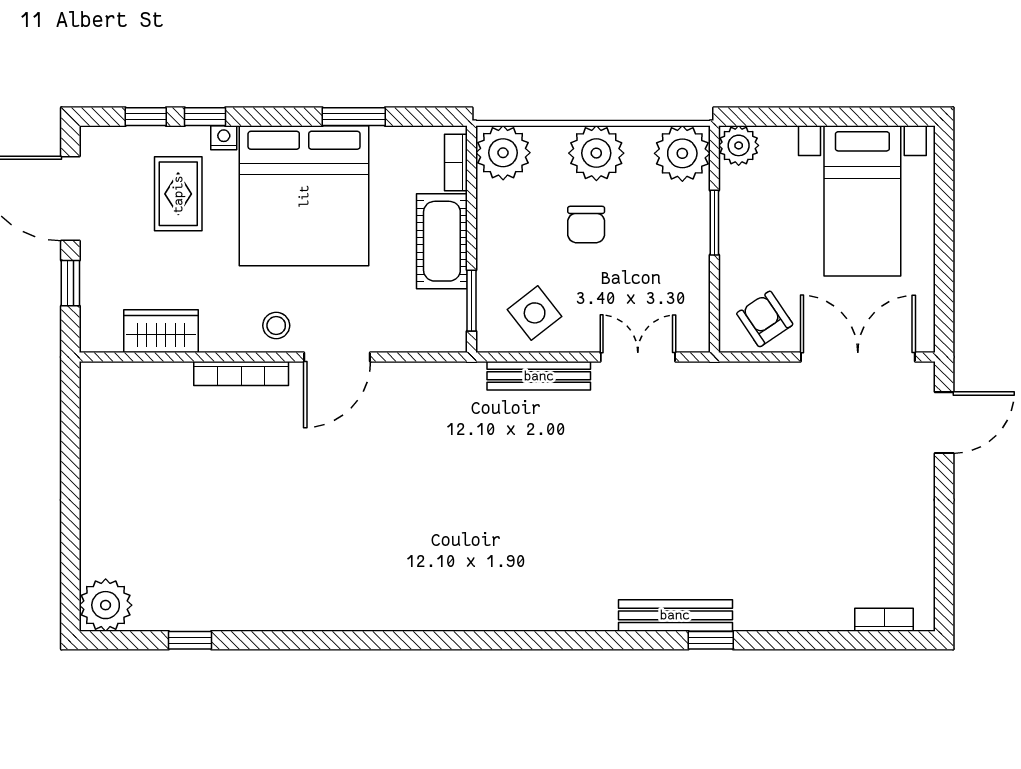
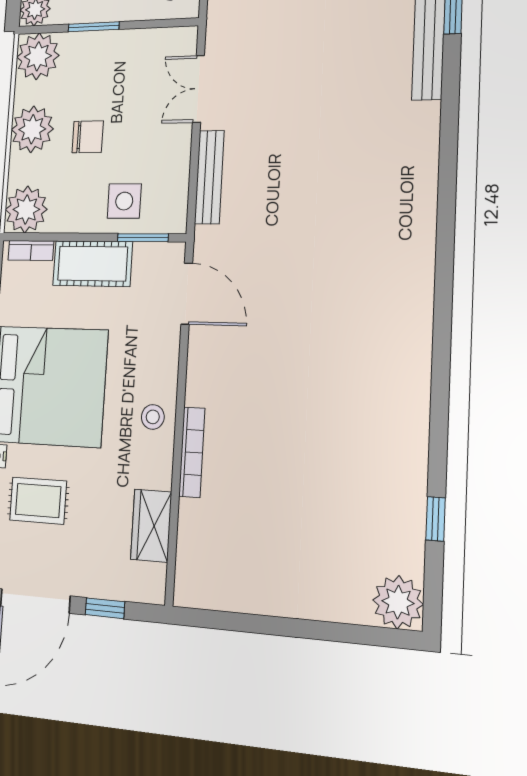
side table: (535, 313) -> (124, 201), moved, turned 38
door: (337, 357) -> (187, 294), moved

